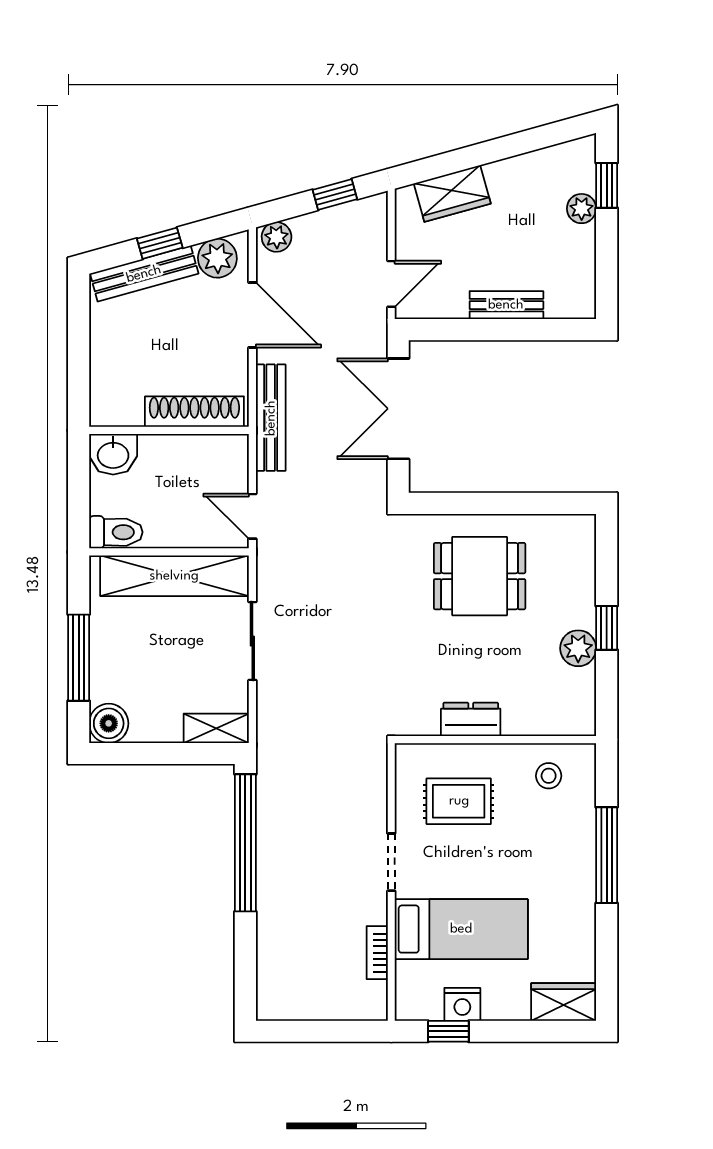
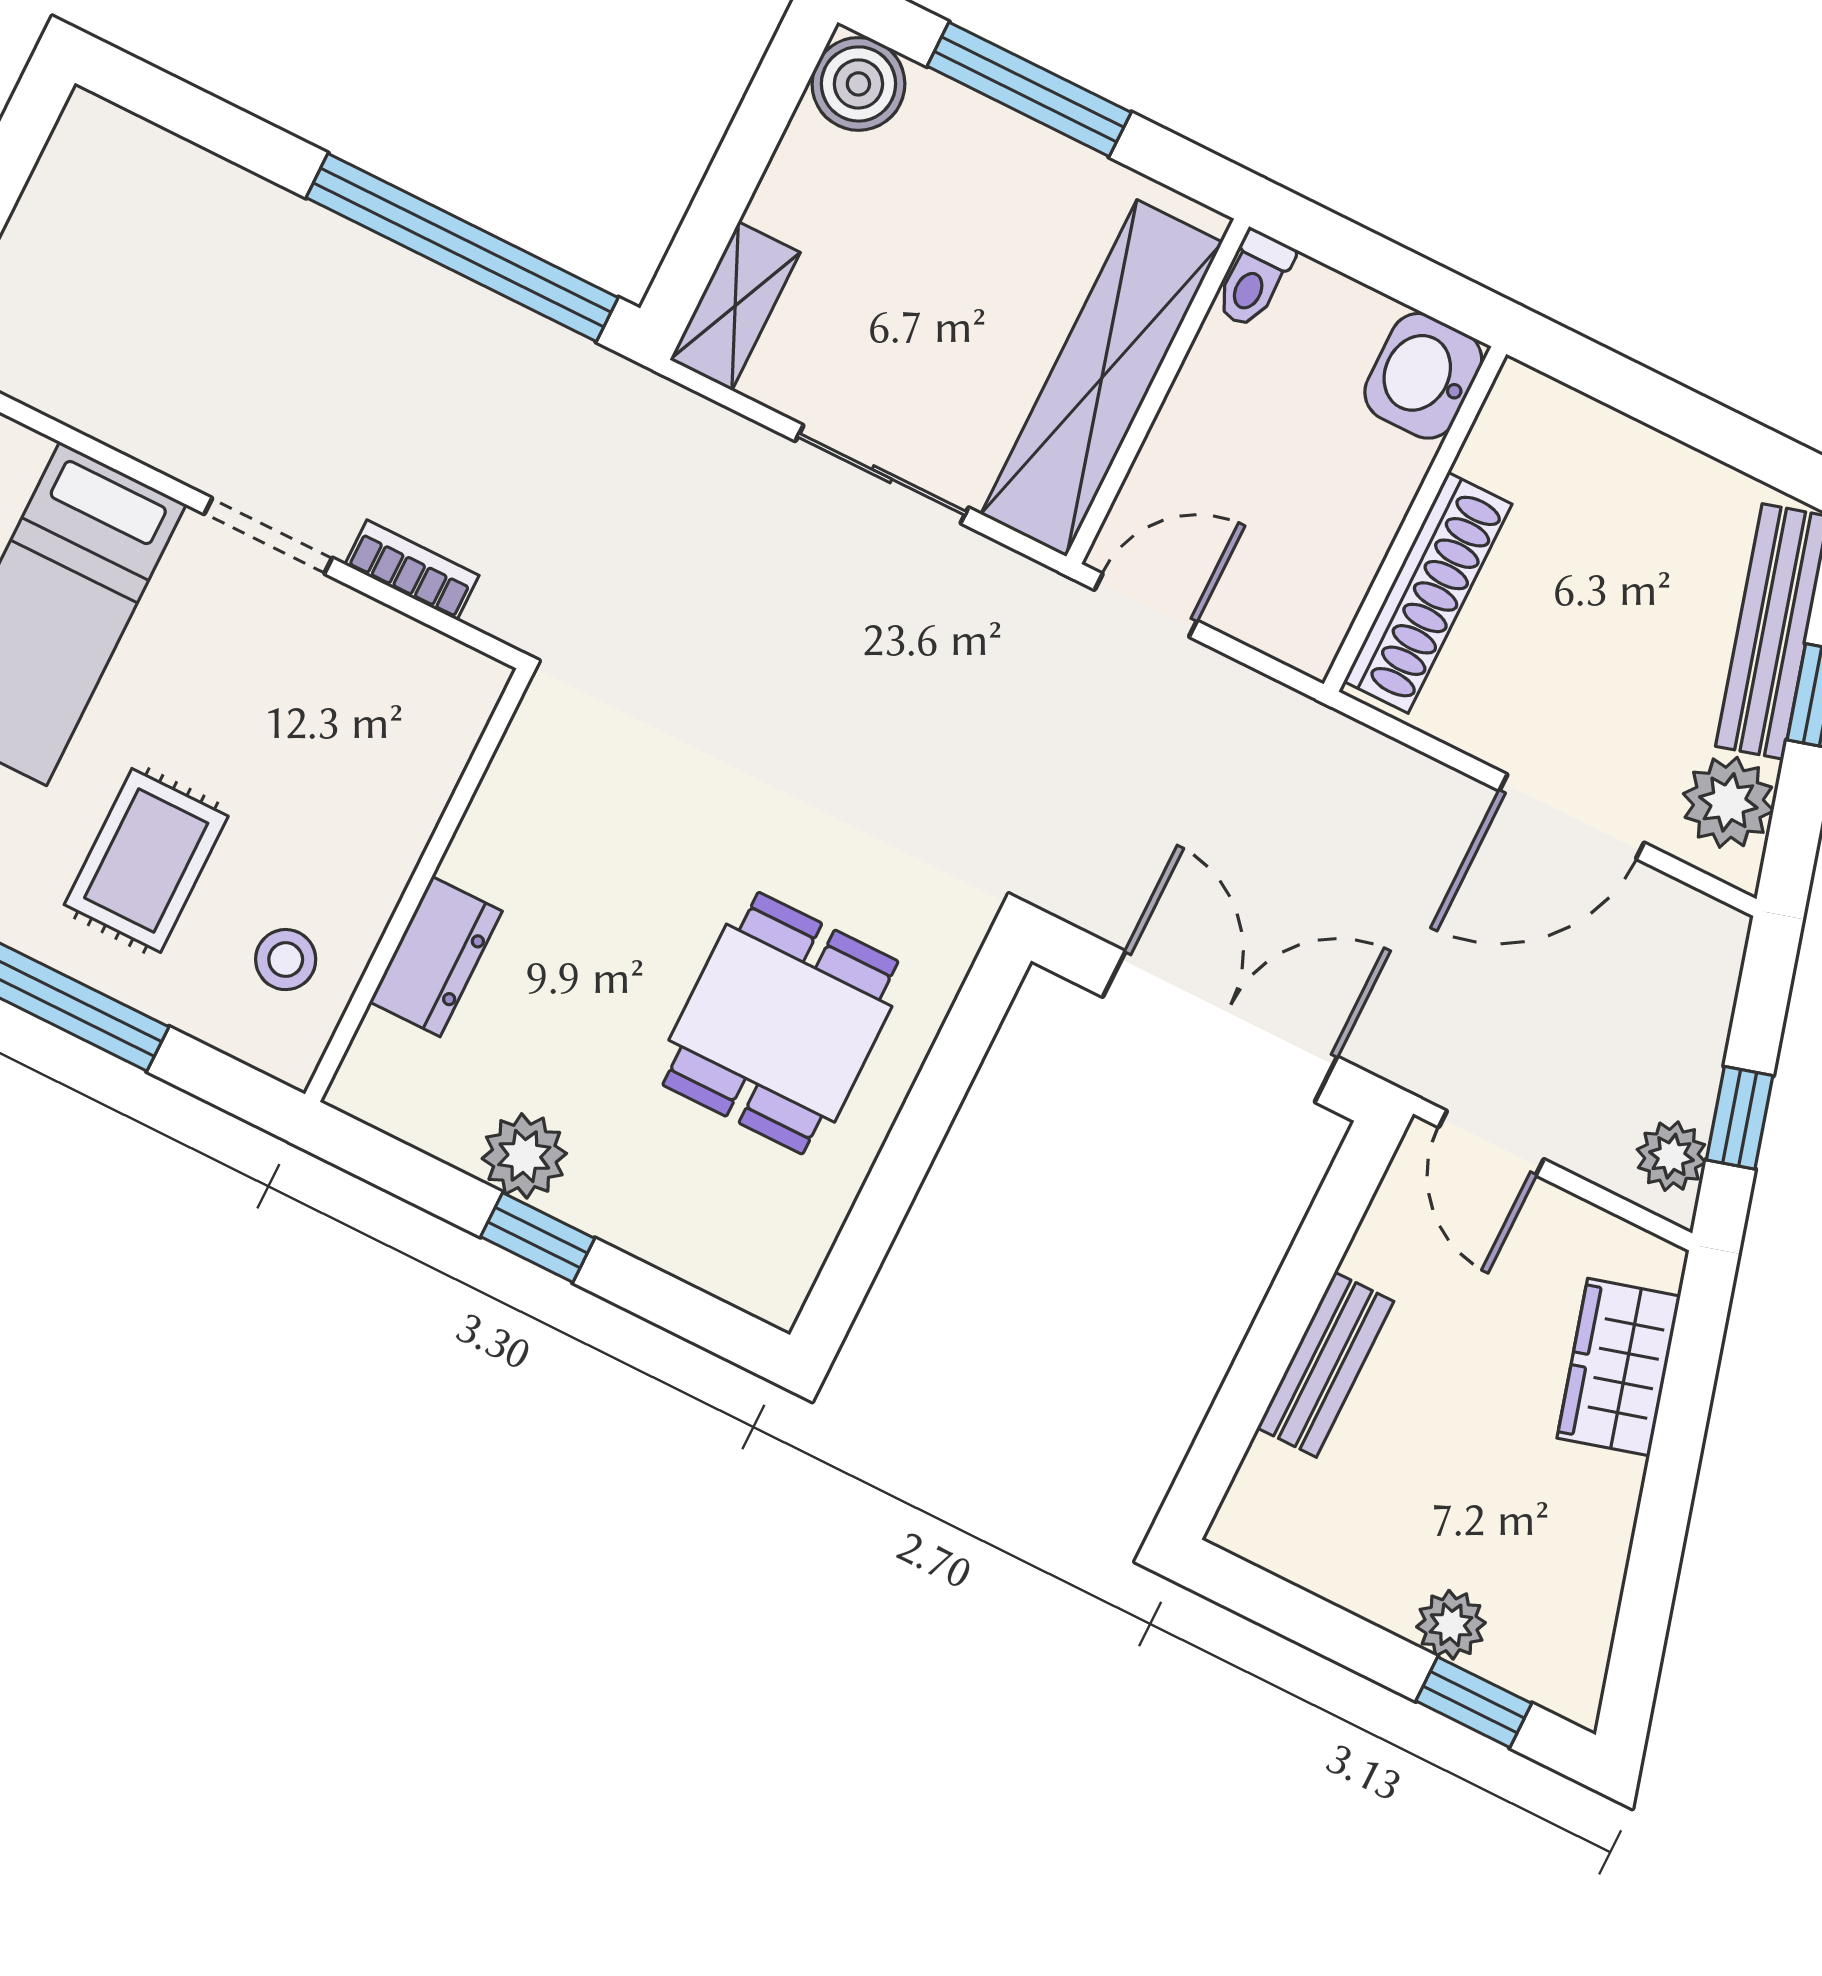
plant: (277, 237) -> (1671, 1156), moved
bench: (271, 418) -> (1335, 748), removed
toilet: (116, 532) -> (1254, 279), width x0.73, depth x0.72
dresser: (471, 719) -> (436, 957), moved
rug: (459, 801) -> (146, 860), moved
bookcase: (377, 953) -> (412, 570), moved

